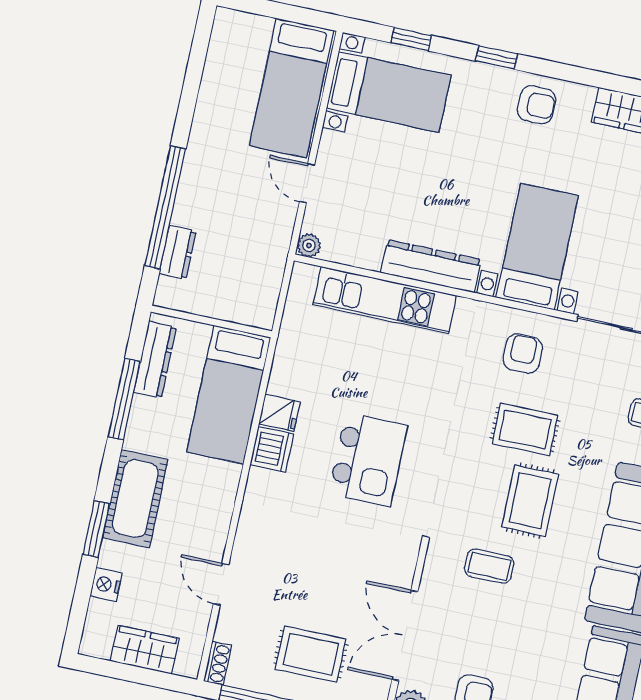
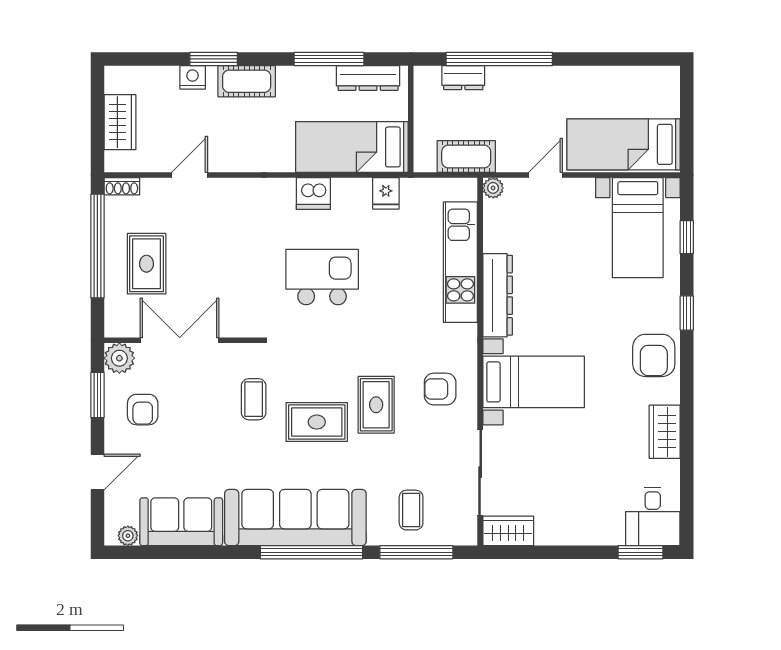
armchair: (536, 105) -> (654, 355), width x1.38, depth x1.38
cot: (267, 268) -> (466, 156), added
armchair: (523, 354) -> (440, 389), turned 180
fridge: (279, 413) -> (386, 193), moved
kitchen island: (368, 460) -> (322, 277), turned 180
cot: (135, 499) -> (247, 81), width x0.73, depth x0.75
nightstand: (106, 584) -> (193, 77), moved

